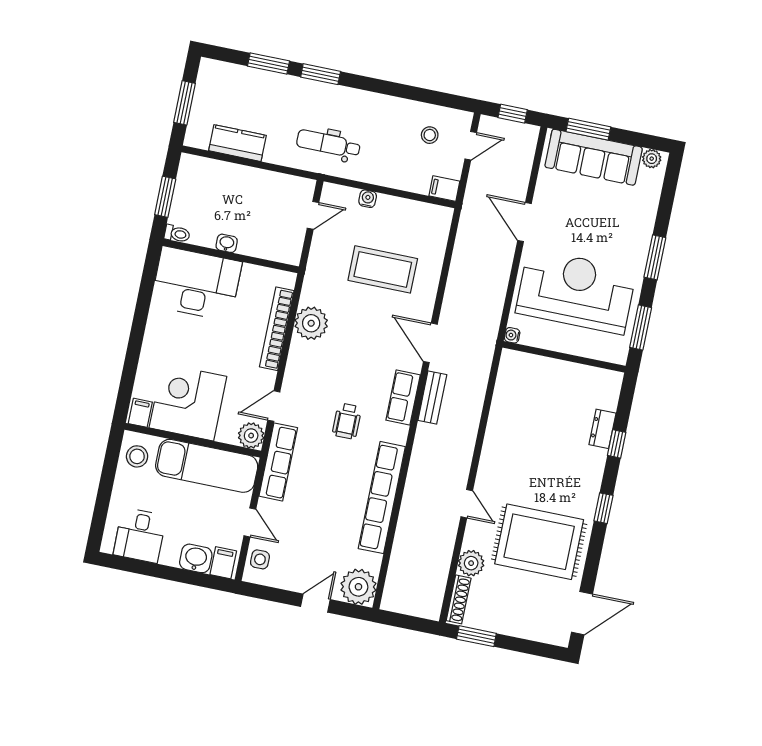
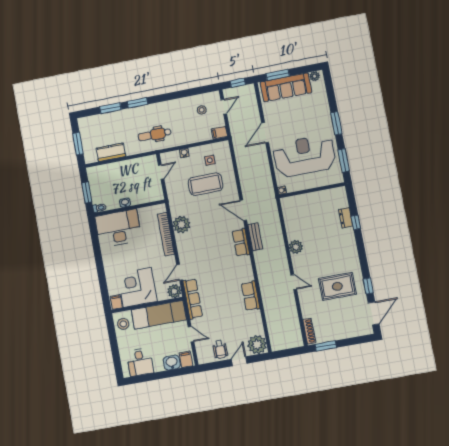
door: (525, 222) -> (265, 133), hinge flipped
wheelchair: (347, 421) -> (220, 349), moved
row of seats: (382, 498) -> (251, 296), width x0.50
window: (603, 508) -> (368, 286), moved
rug: (539, 542) -> (337, 286), width x0.73, depth x0.69
side table: (260, 559) -> (210, 160), moved
plant: (471, 563) -> (296, 247), moved

